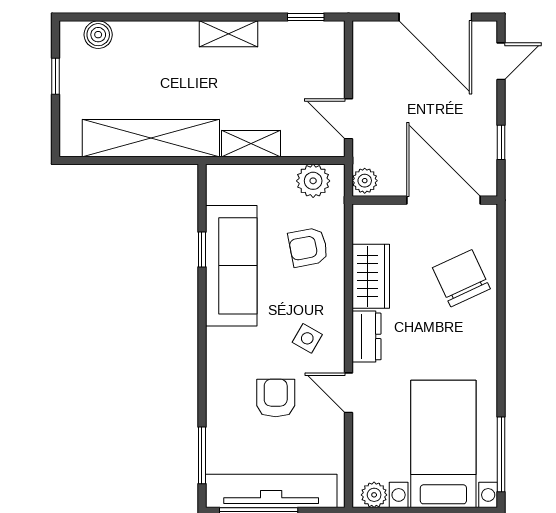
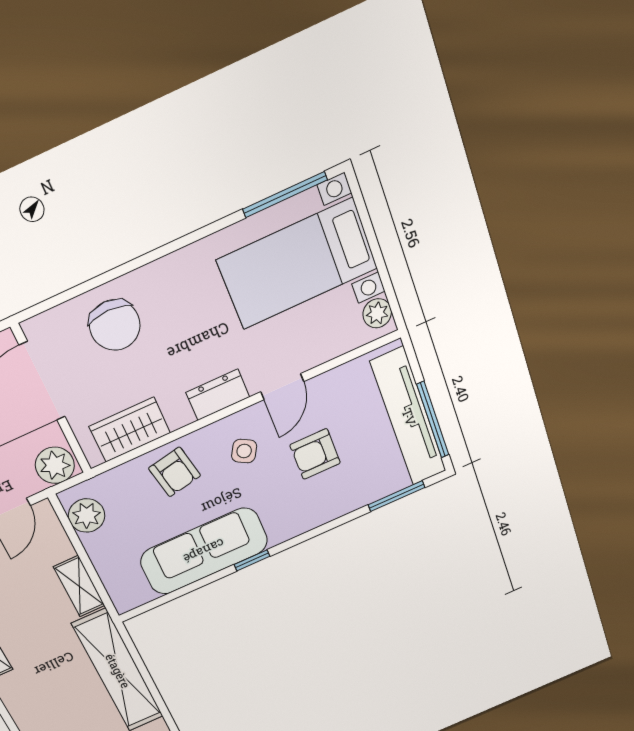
plant: (365, 181) -> (55, 465), width x1.38, depth x1.38
armchair: (308, 247) -> (175, 472), moved
window: (202, 249) -> (252, 560), moved
wardrobe: (371, 276) -> (130, 430), moved
chair: (461, 278) -> (115, 325), turned -65

